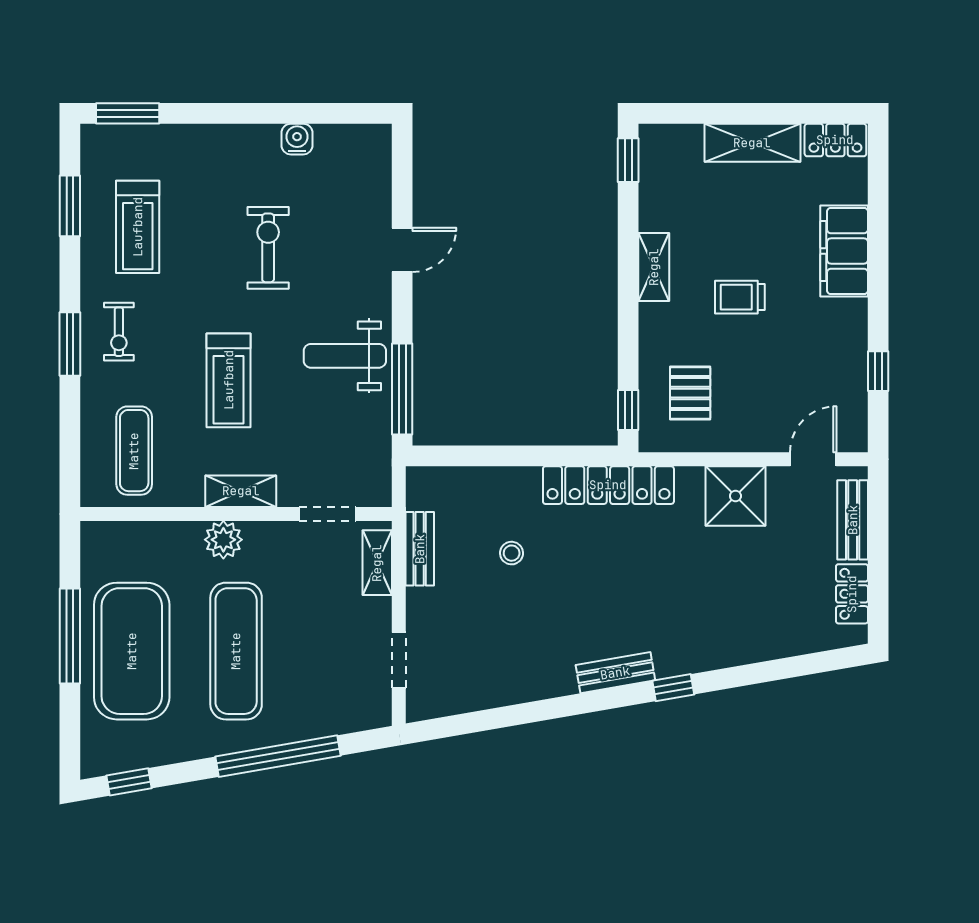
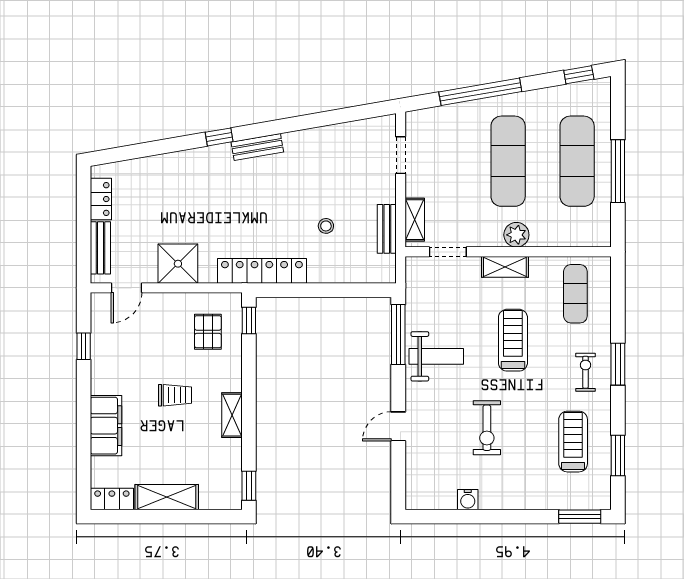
exercise mat: (132, 651) -> (577, 161), width x0.68

